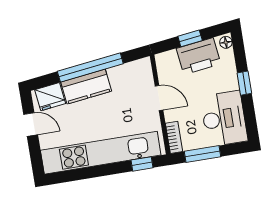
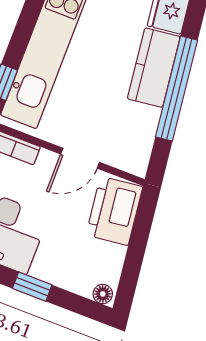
window: (190, 38) -> (137, 248), removed
printer: (198, 56) -> (114, 211), moved

